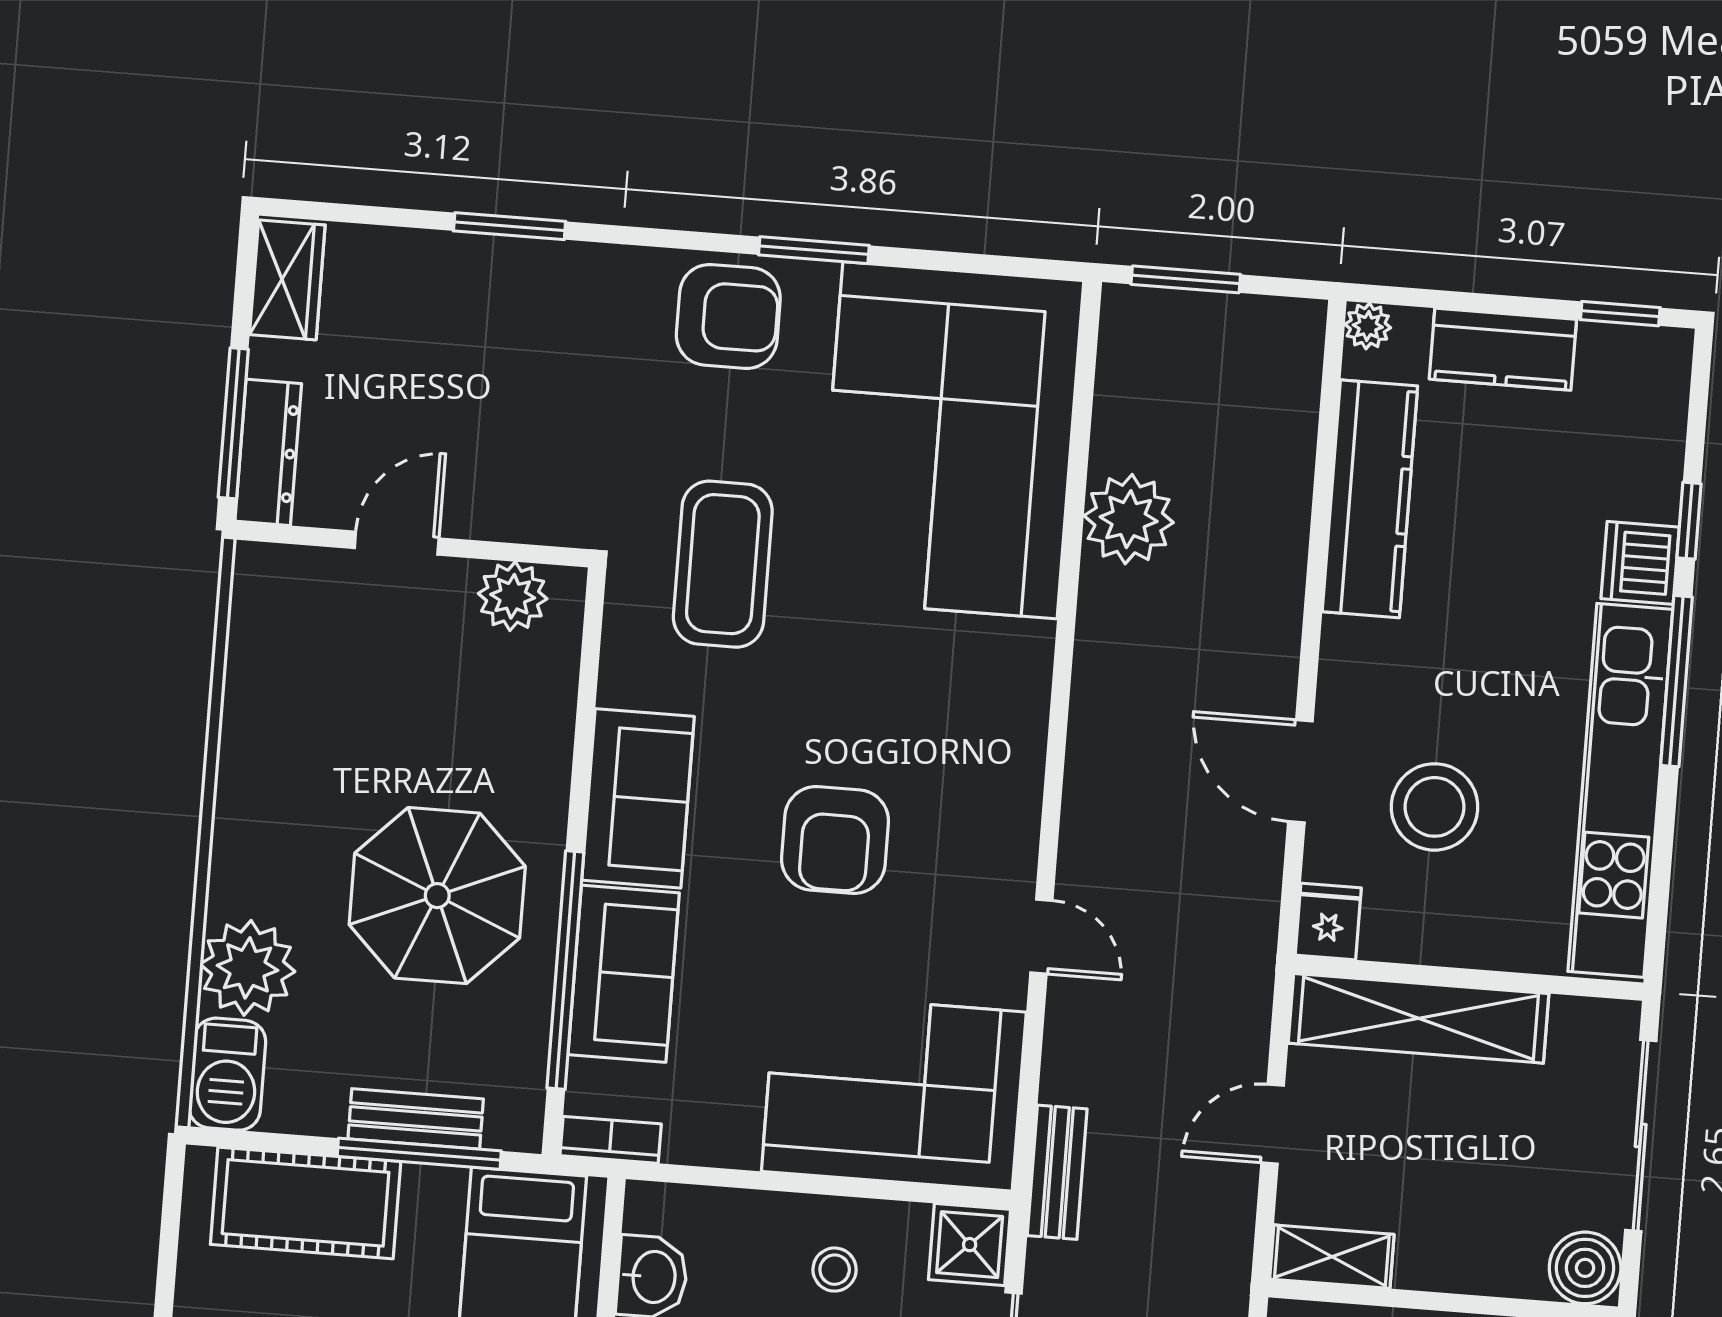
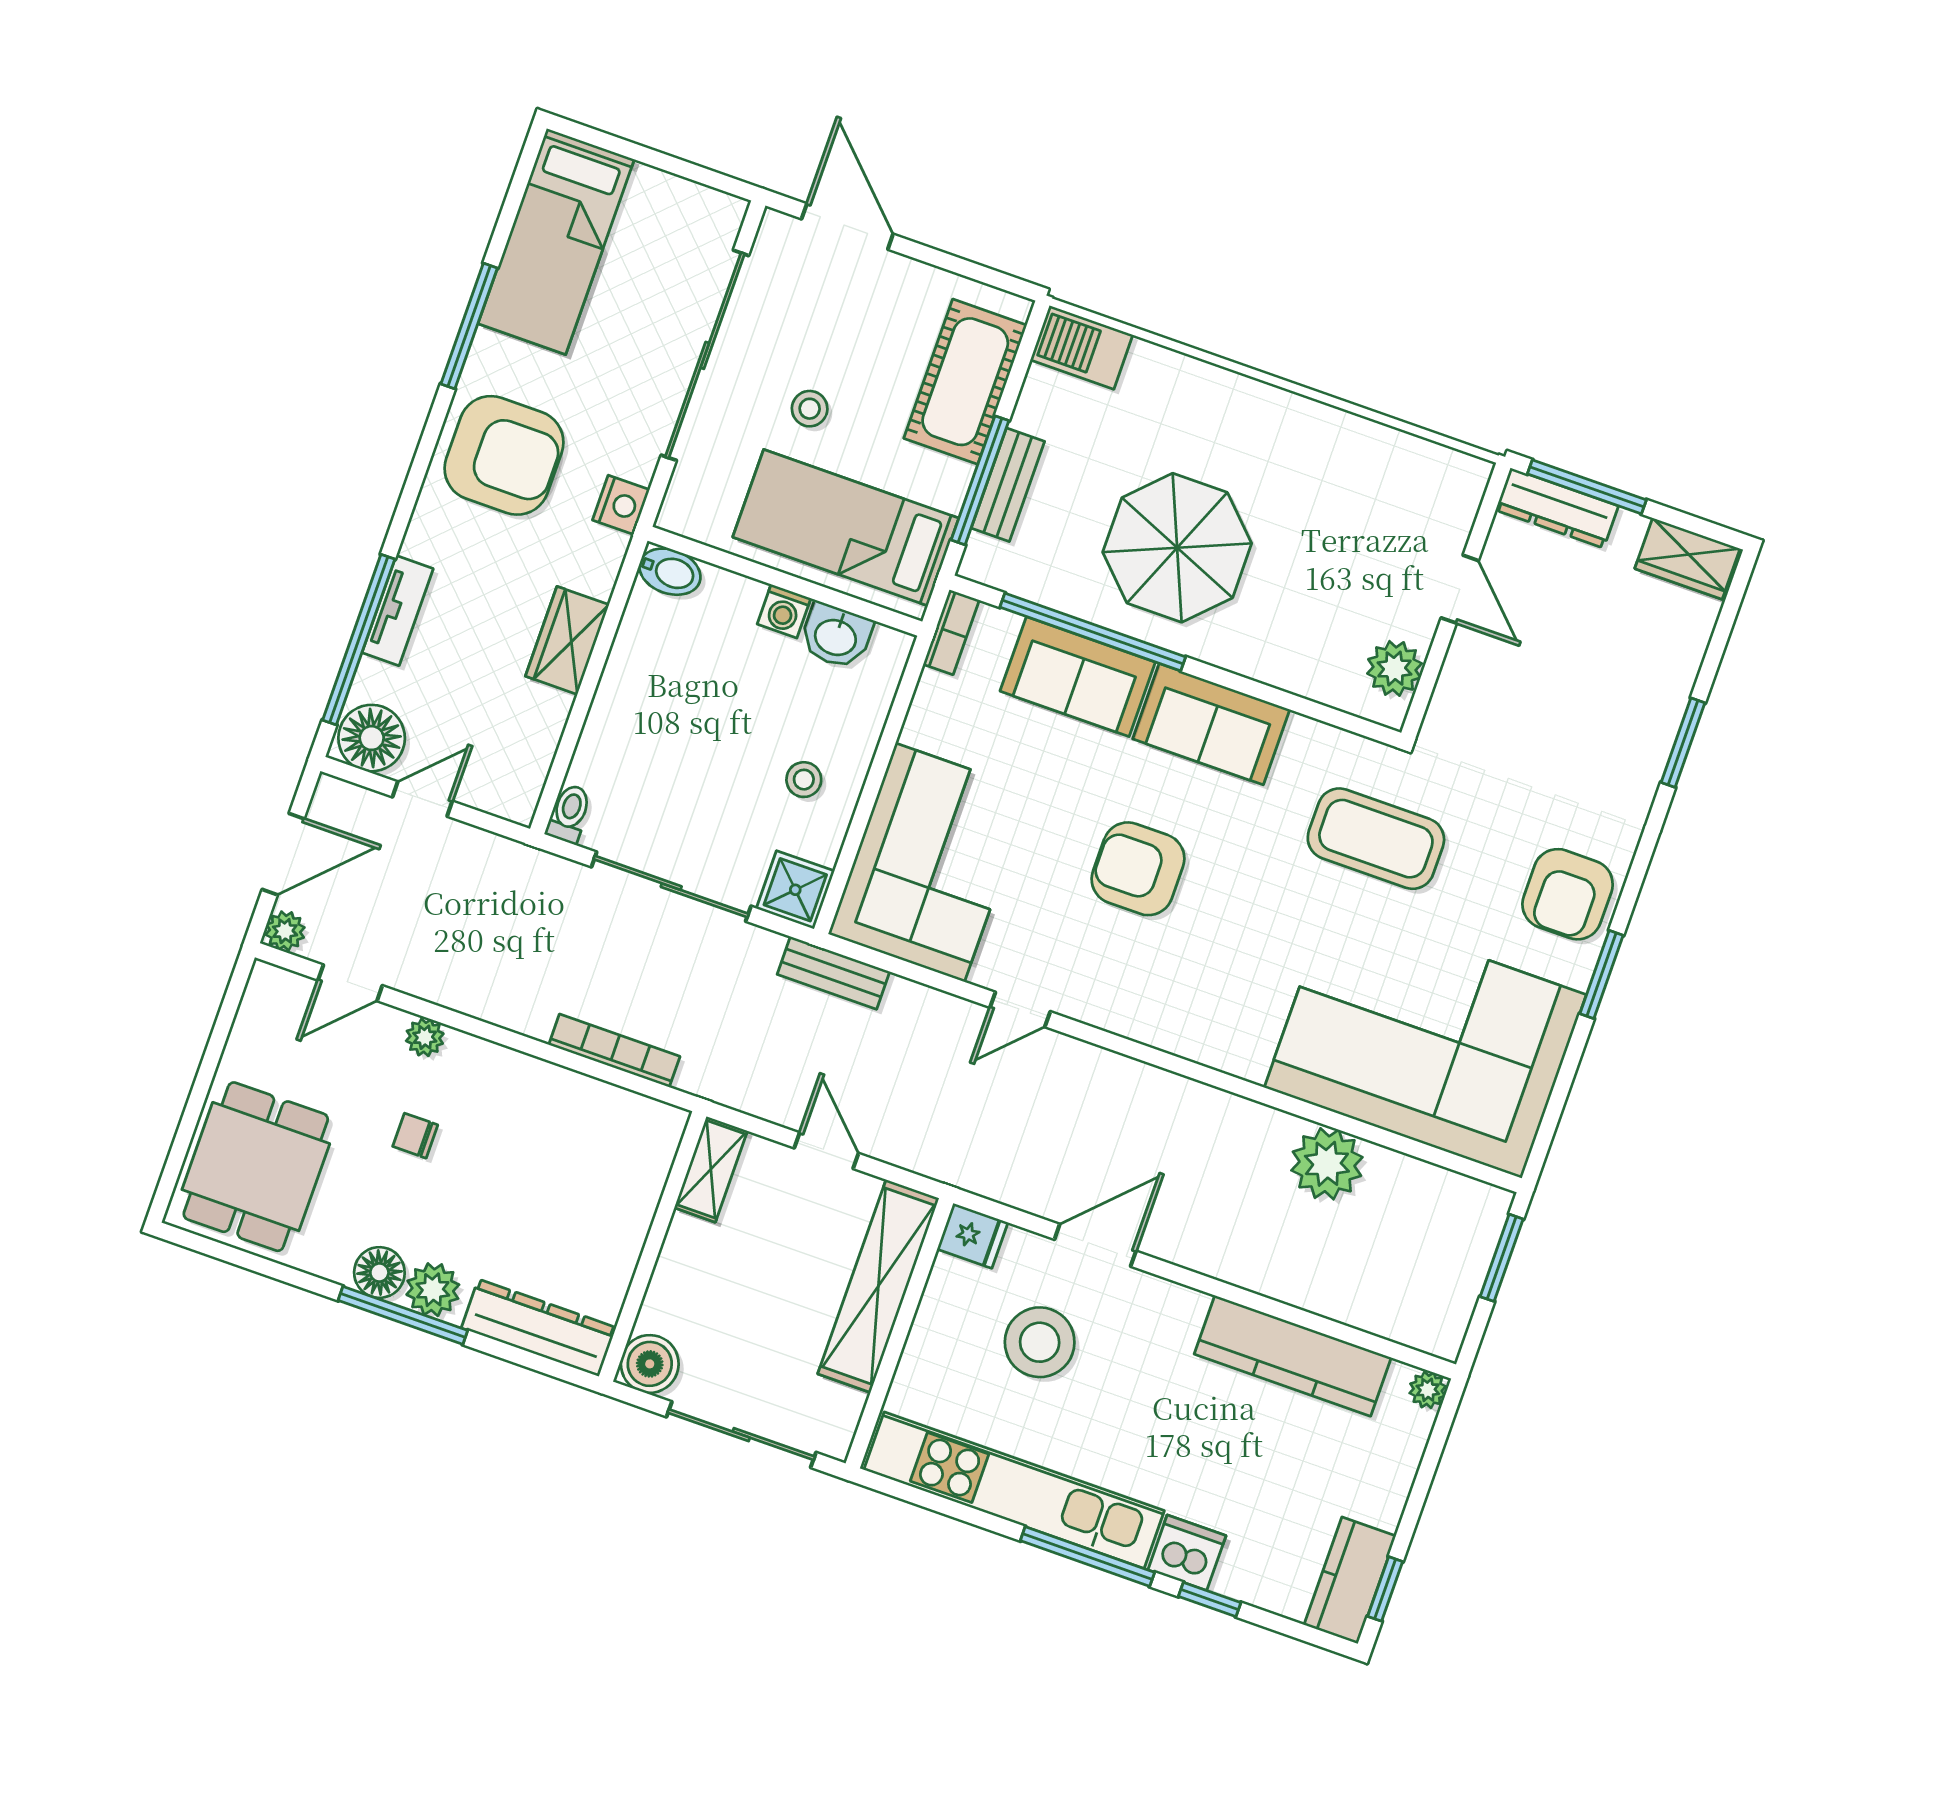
kitchen counter: (1503, 349) -> (1350, 1580), moved
plant: (247, 968) -> (1160, 385), removed

